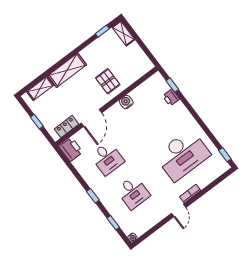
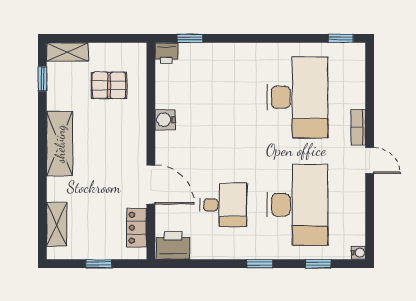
shelving: (67, 70) -> (60, 144), moved
pallet: (108, 81) -> (109, 85), moved
printer: (171, 97) -> (166, 53), moved
desk: (133, 192) -> (297, 205), width x1.87, depth x1.30

